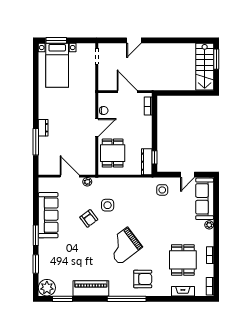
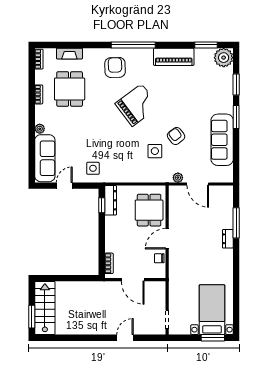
armchair: (143, 279) -> (115, 67), turned 88

